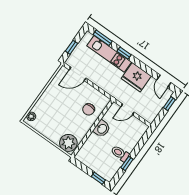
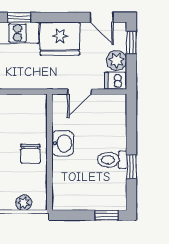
plant: (156, 107) -> (117, 61), added
chair: (89, 109) -> (30, 154), moved
dishwasher: (149, 117) -> (116, 81), added
plant: (68, 143) -> (24, 203), width x0.53, depth x0.53

